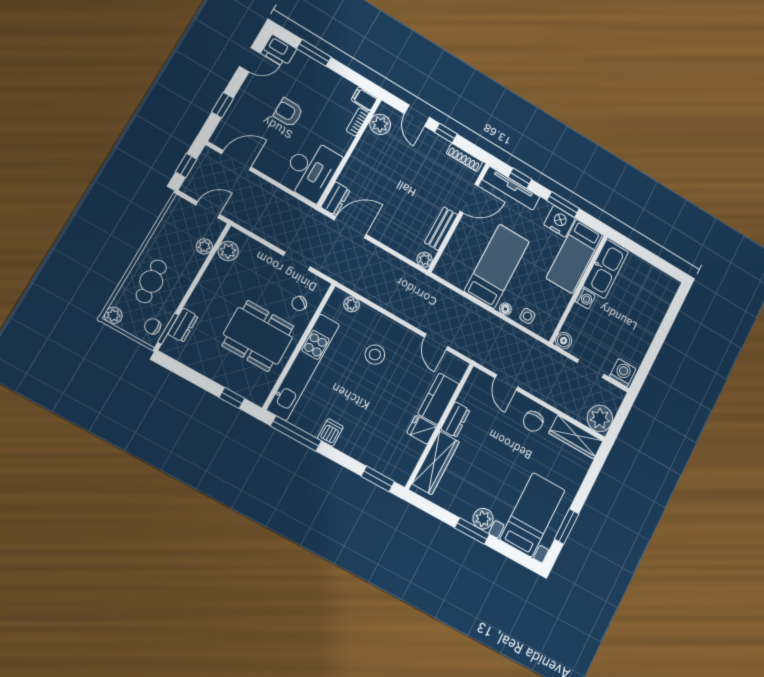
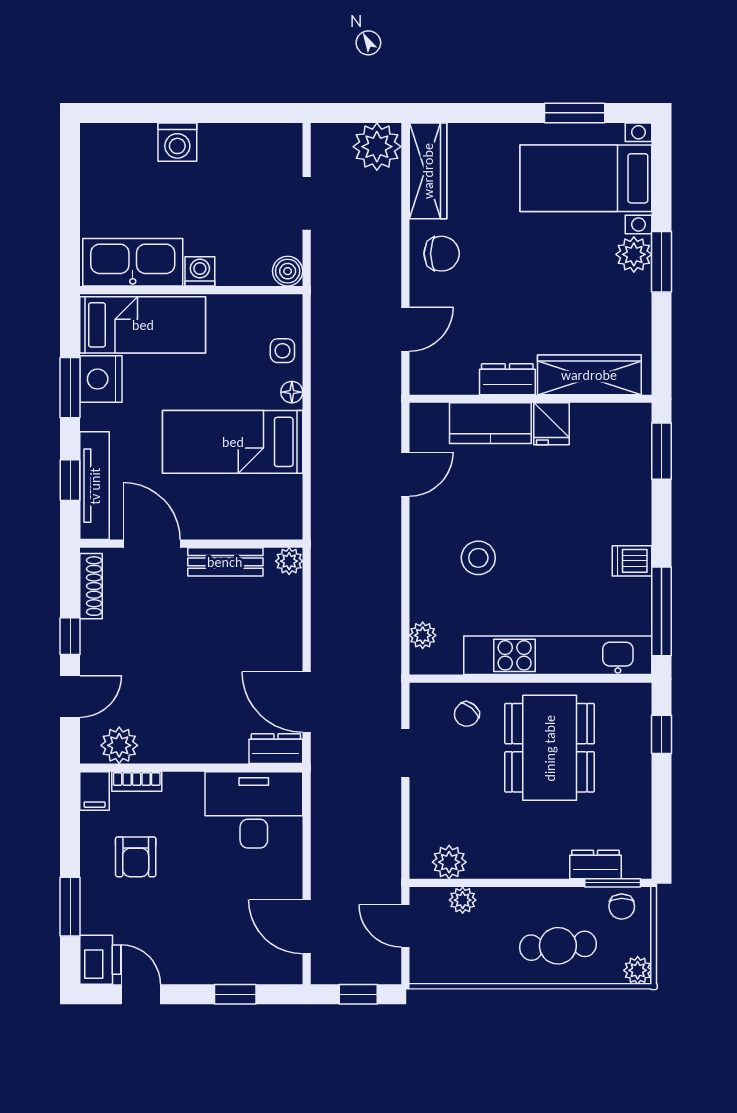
armchair: (288, 113) -> (136, 857), moved
chair: (299, 303) -> (467, 714), turned 93
washing machine: (623, 373) -> (177, 142), moved, turned -90

